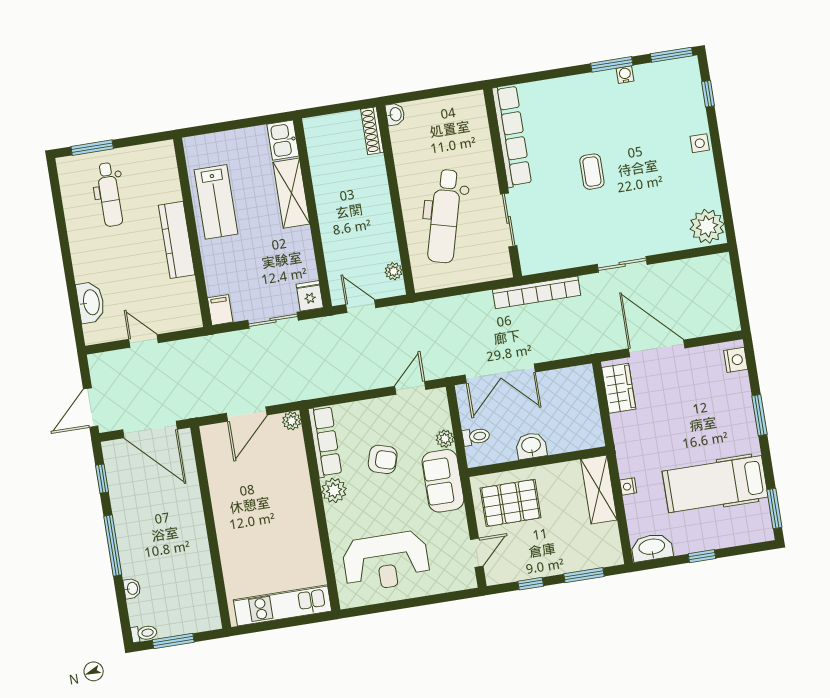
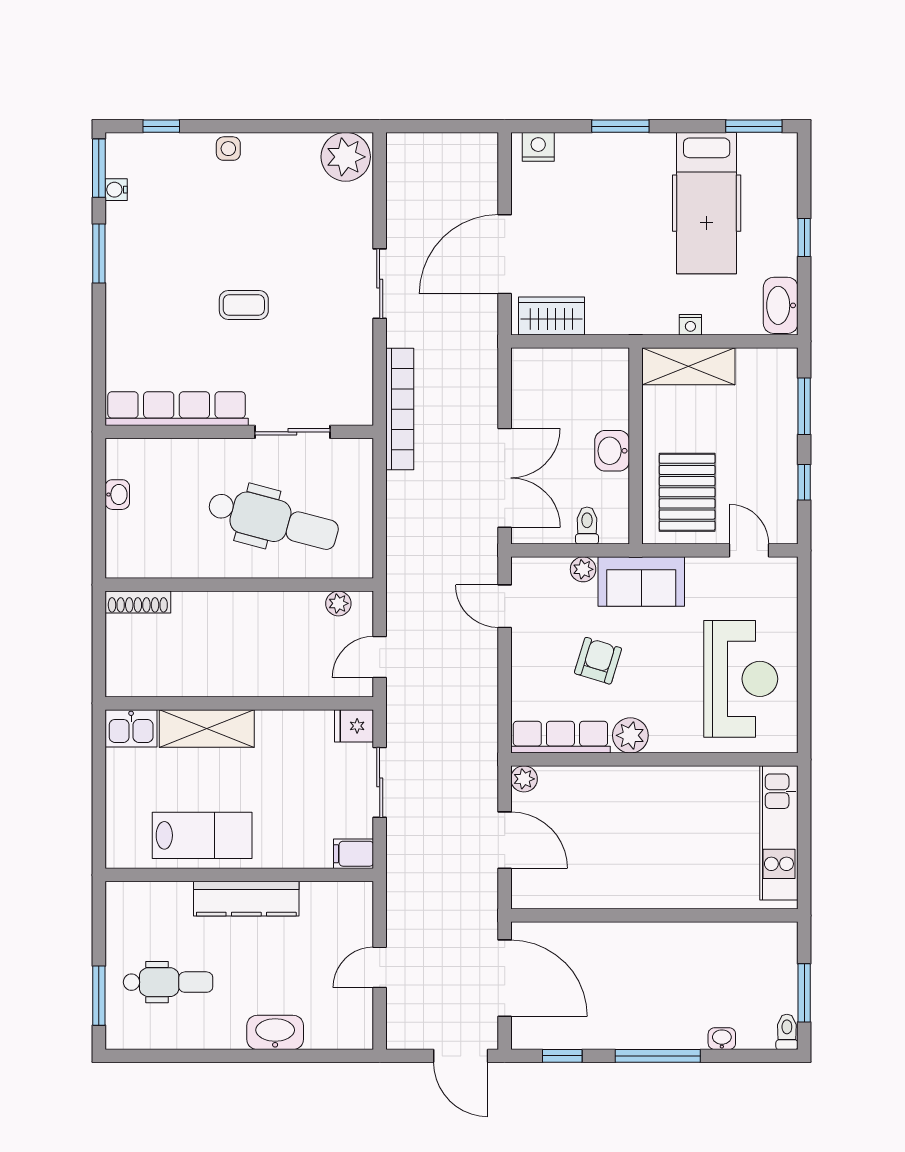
water cooler: (625, 75) -> (116, 190), moved
washbasin: (395, 114) -> (117, 495), moved, turned 90
washbasin: (91, 302) -> (275, 1032), moved
door: (150, 430) -> (505, 978), hinge flipped

